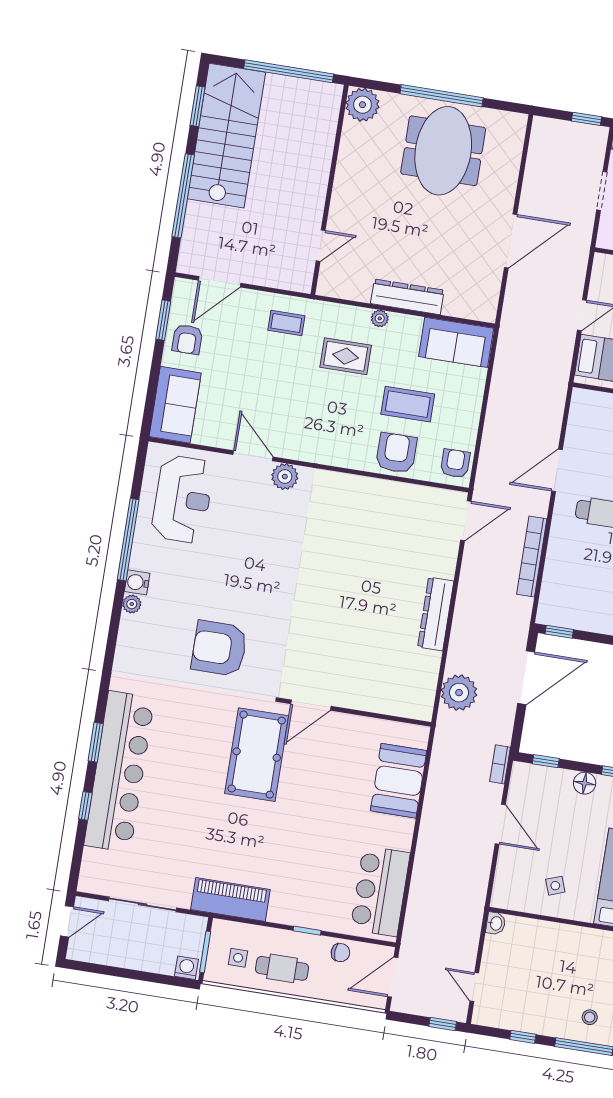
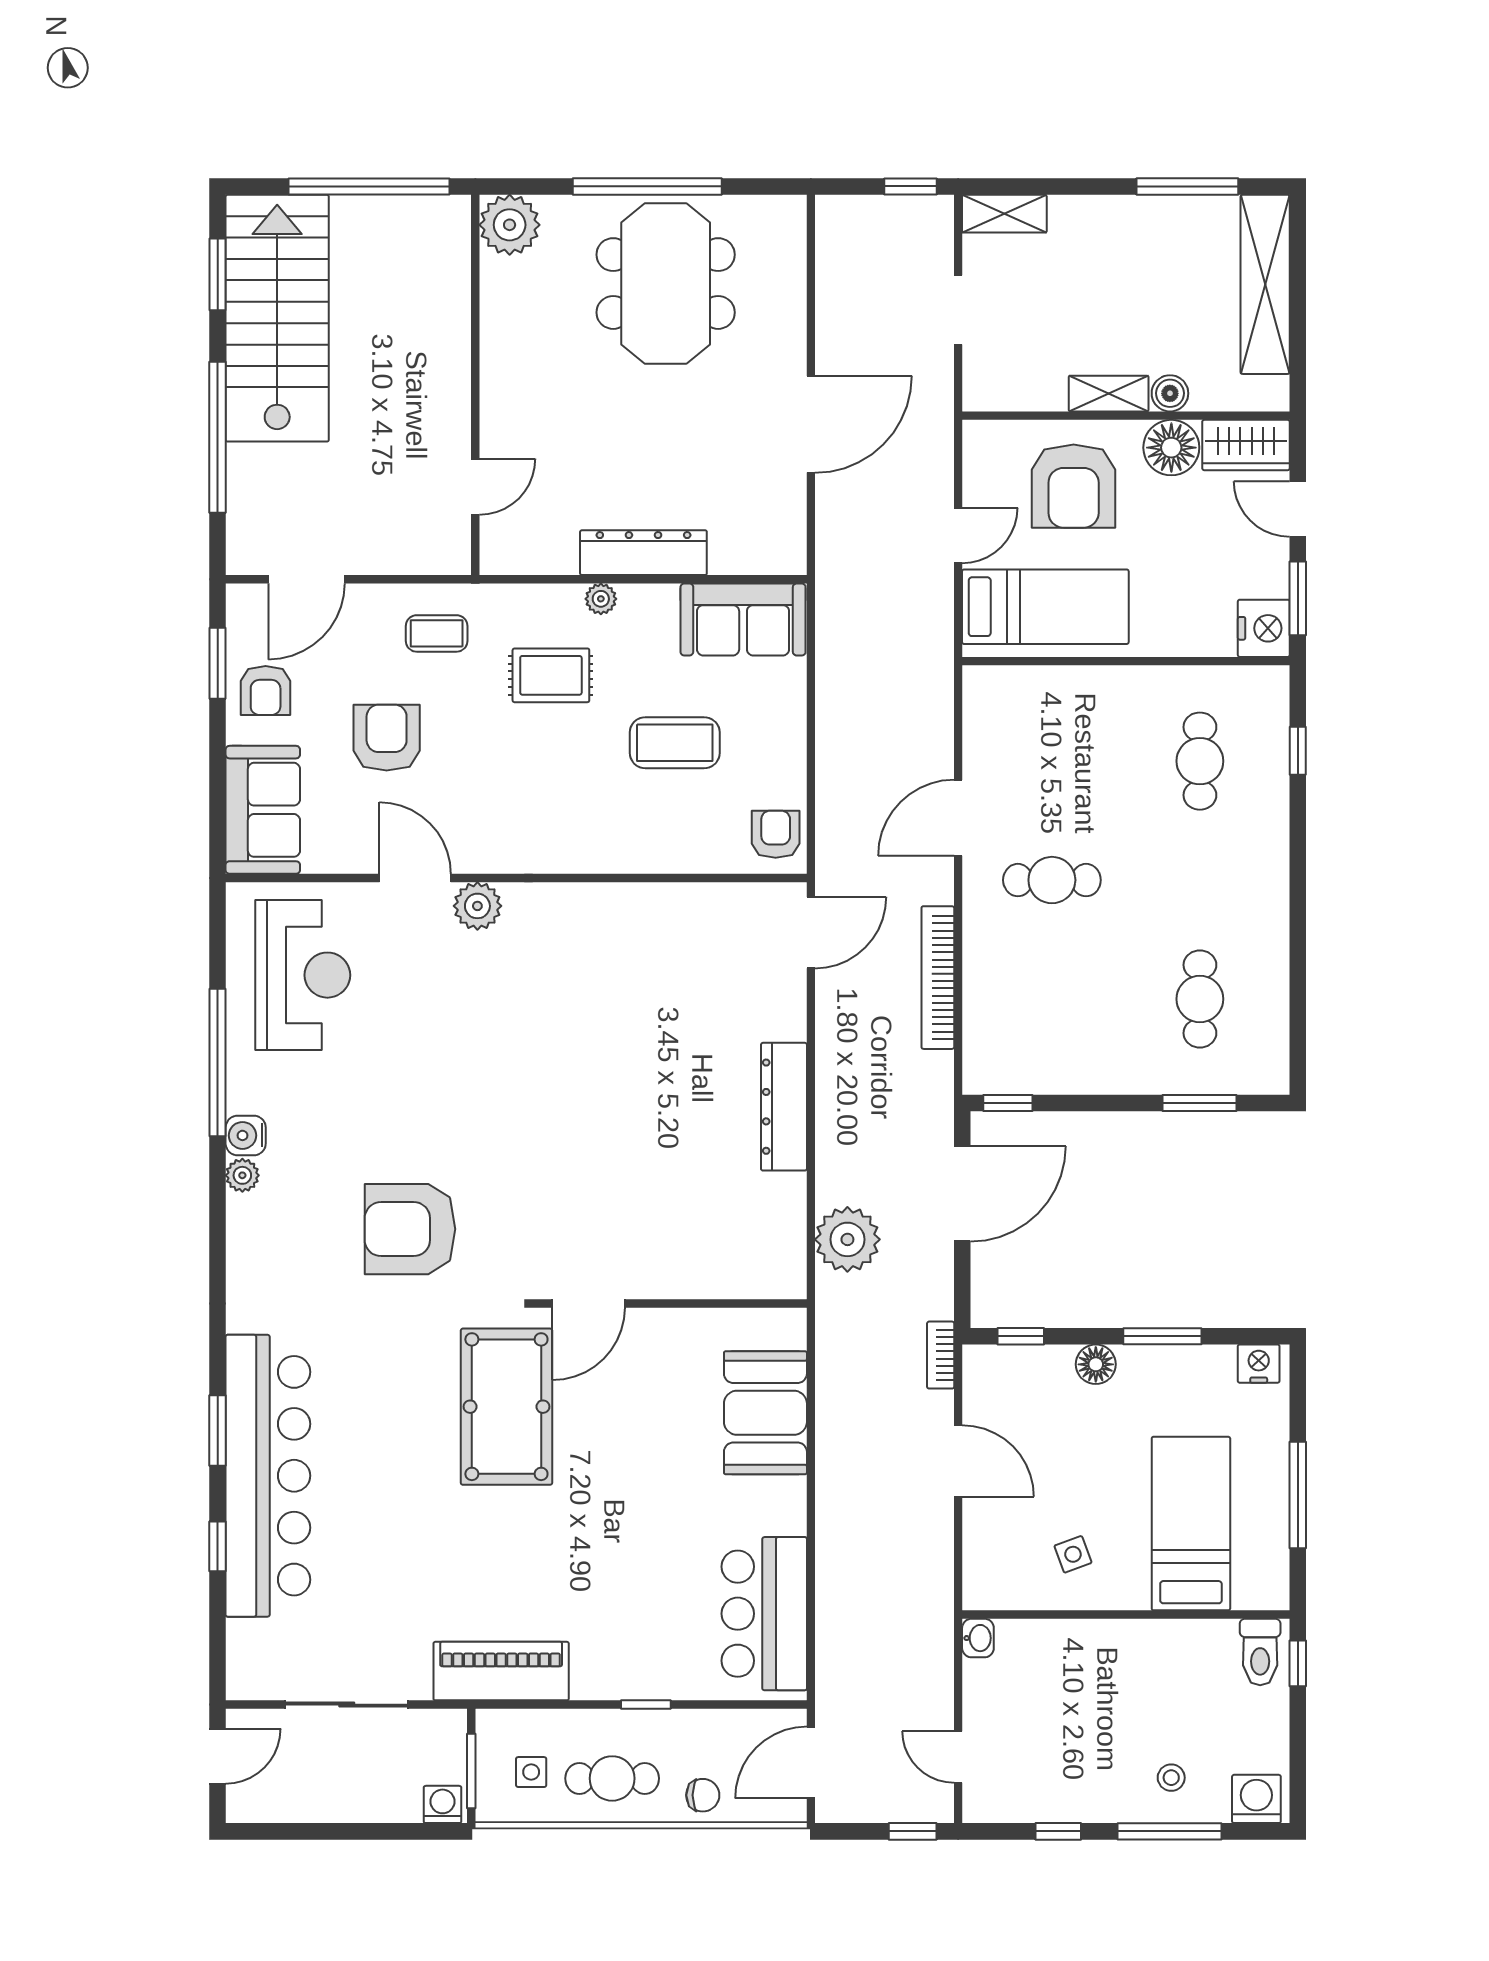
armchair: (396, 453) -> (387, 738), moved
chair: (340, 953) -> (703, 1795), moved

